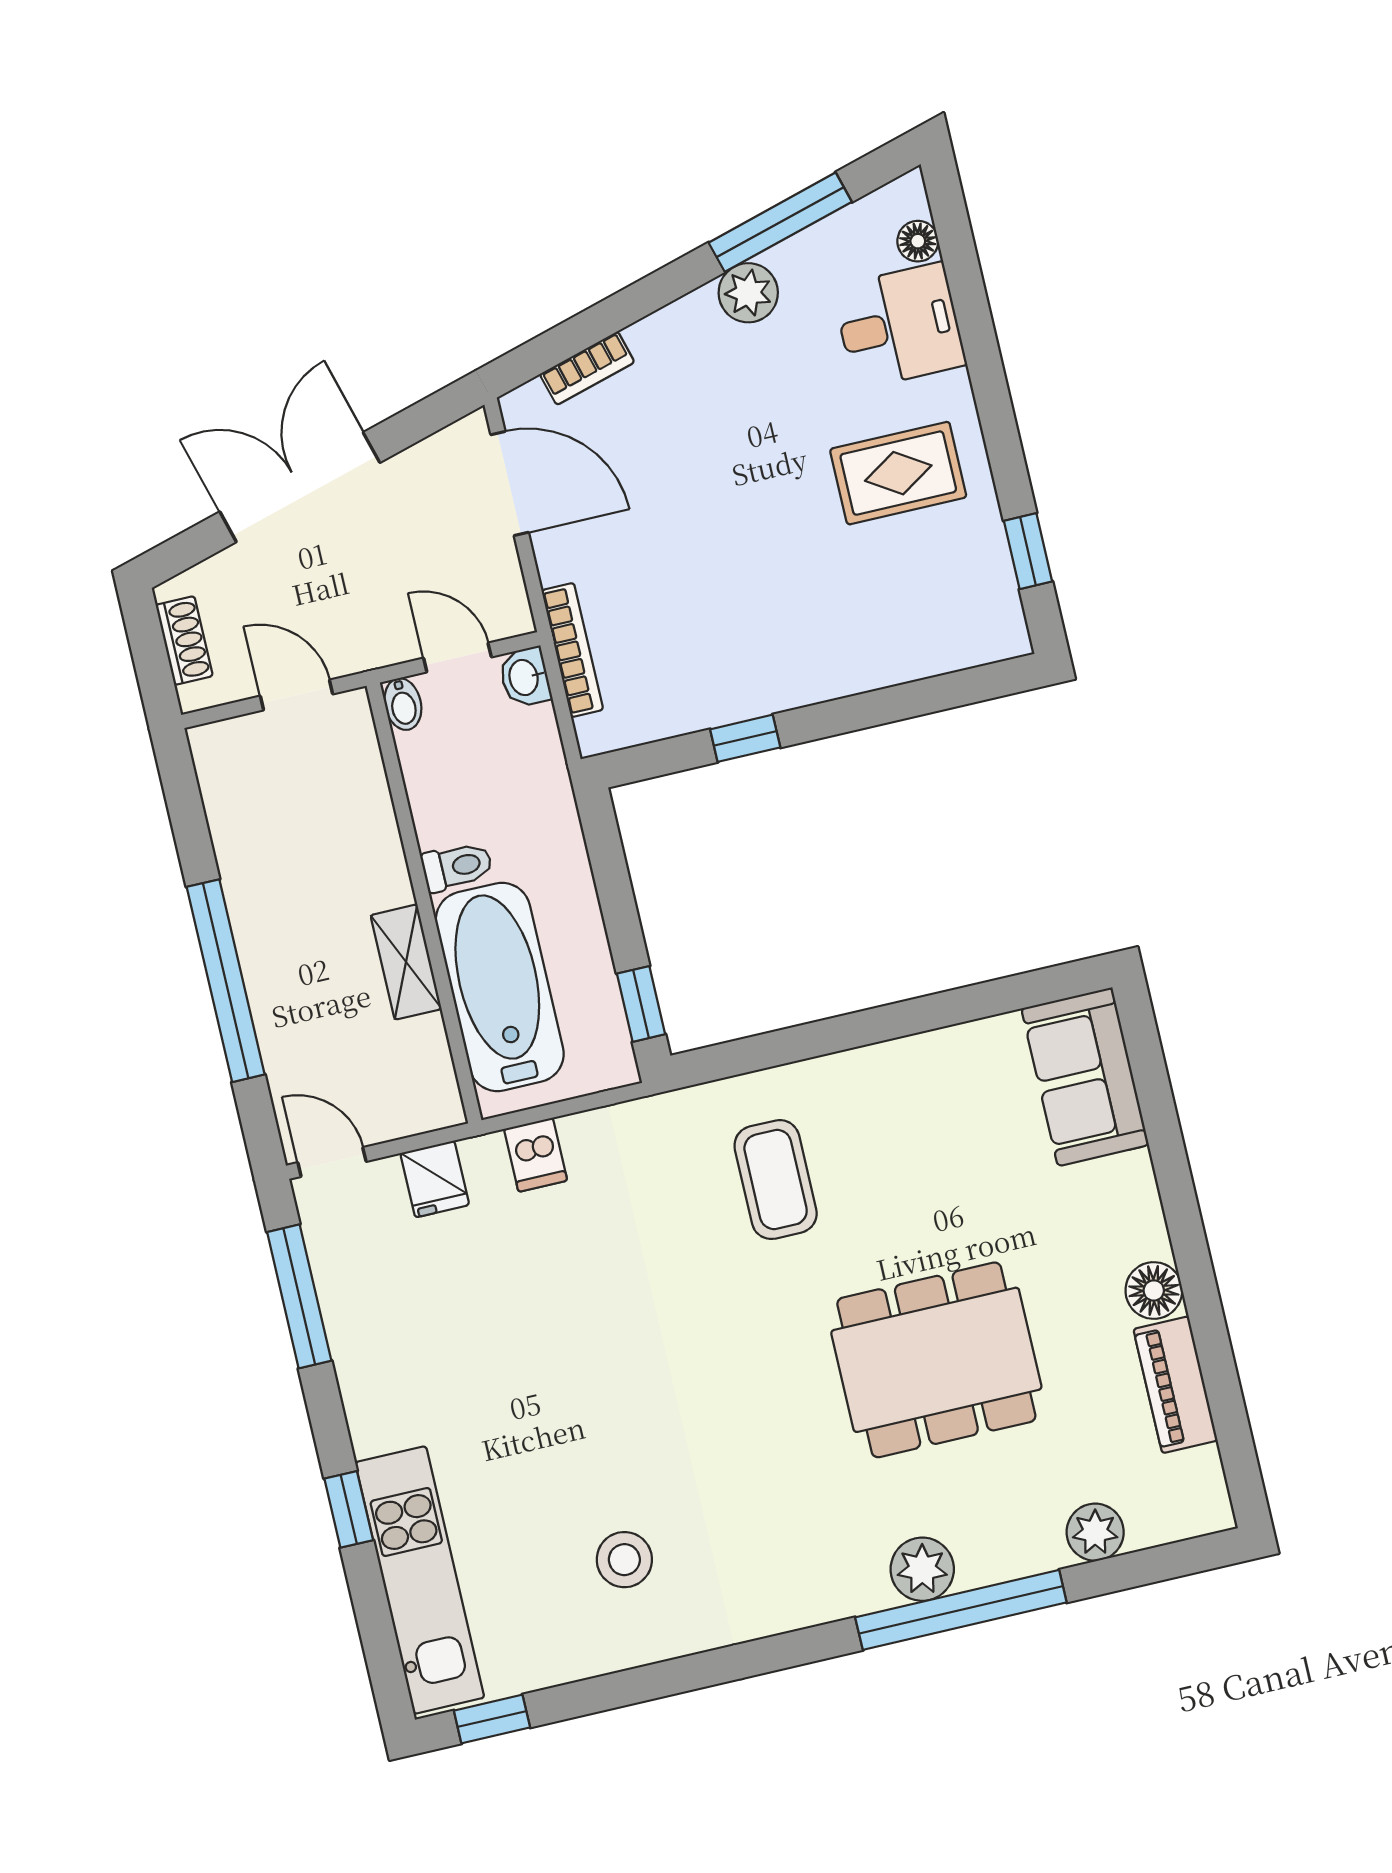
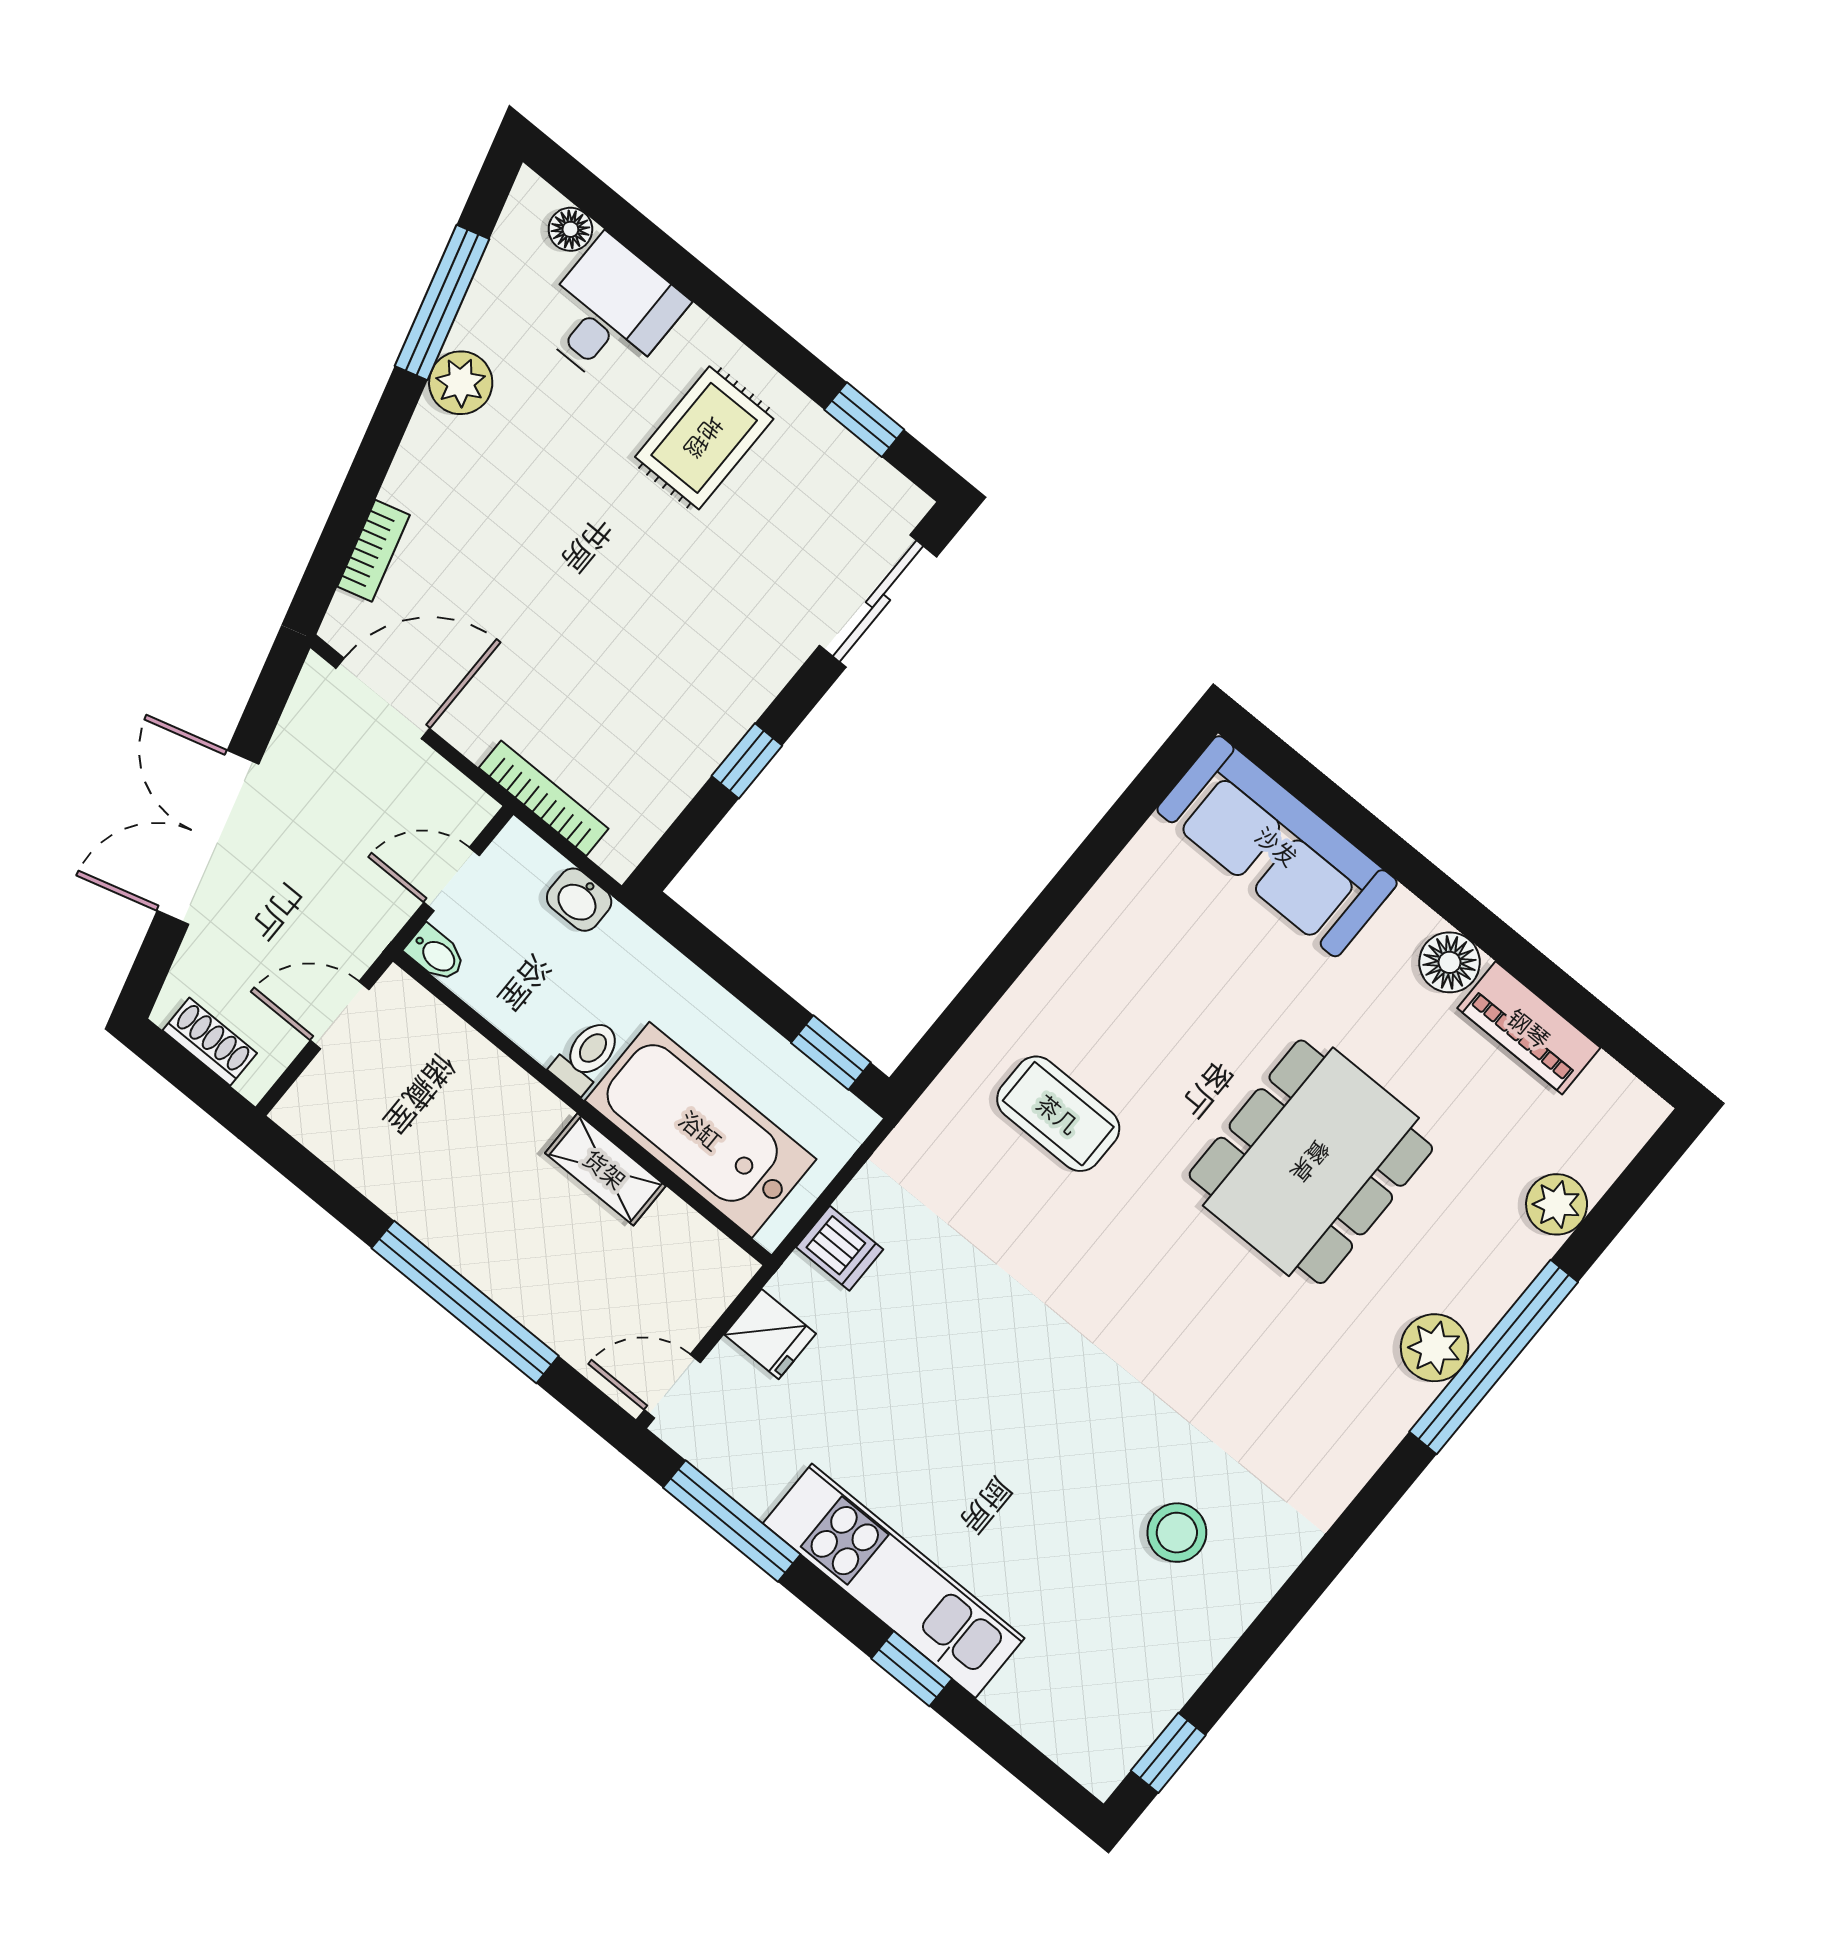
washbasin: (525, 677) -> (579, 900), moved
sliding door: (934, 694) -> (878, 601), added
sofa: (1085, 1077) -> (1277, 846), width x1.36
kitchen unit: (420, 1580) -> (894, 1581), moved

